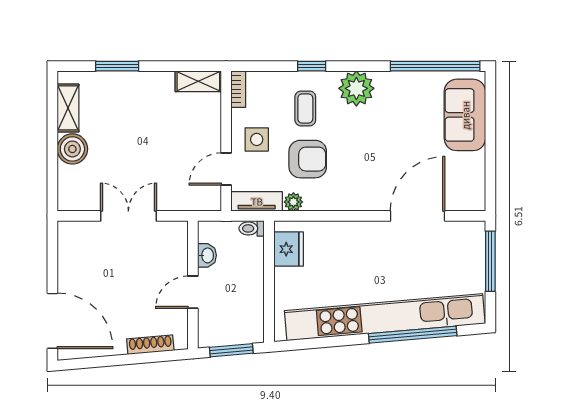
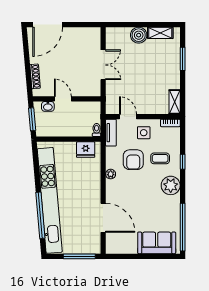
plant: (293, 202) -> (111, 174), moved
washbasin: (207, 255) -> (48, 106), moved

